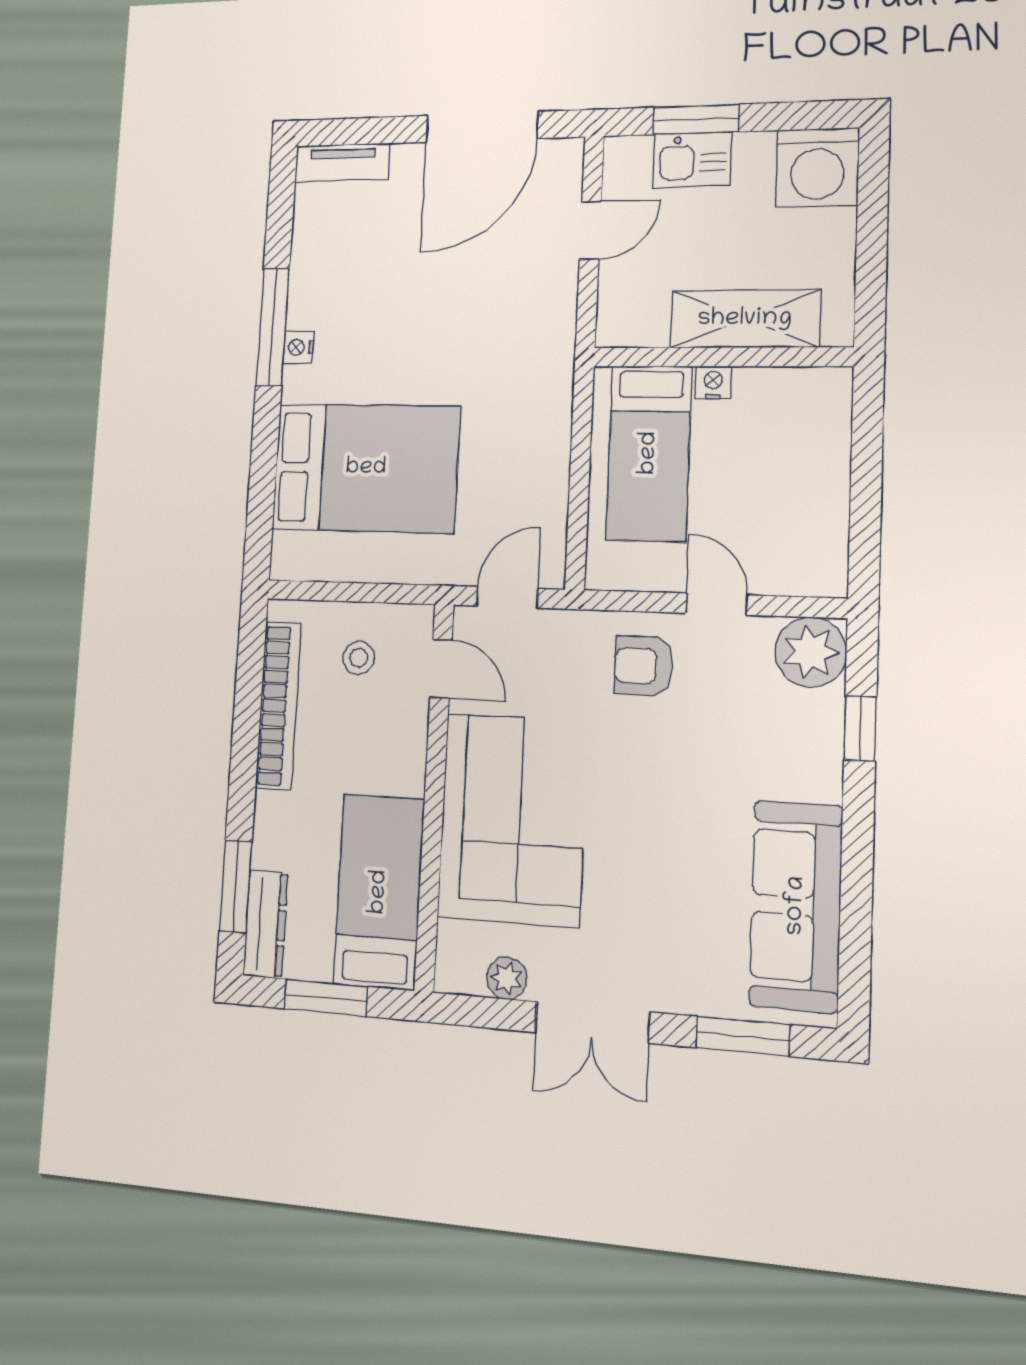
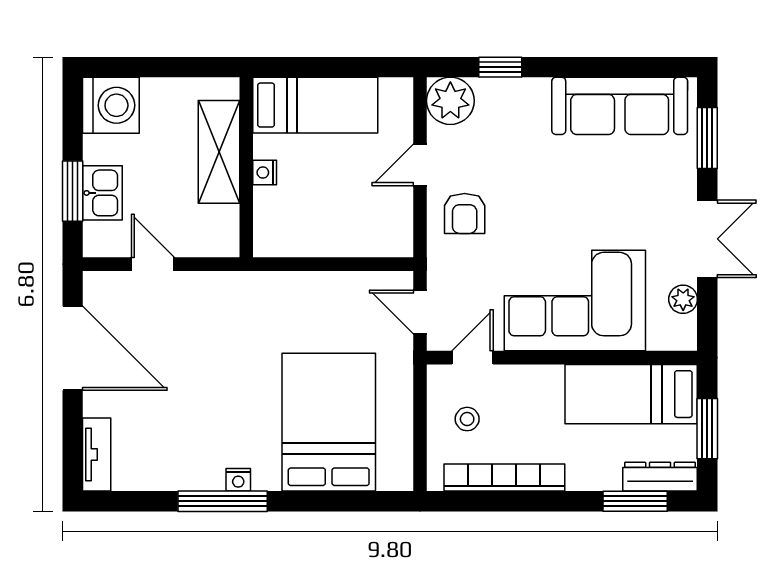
bed: (649, 453) -> (315, 105), moved

